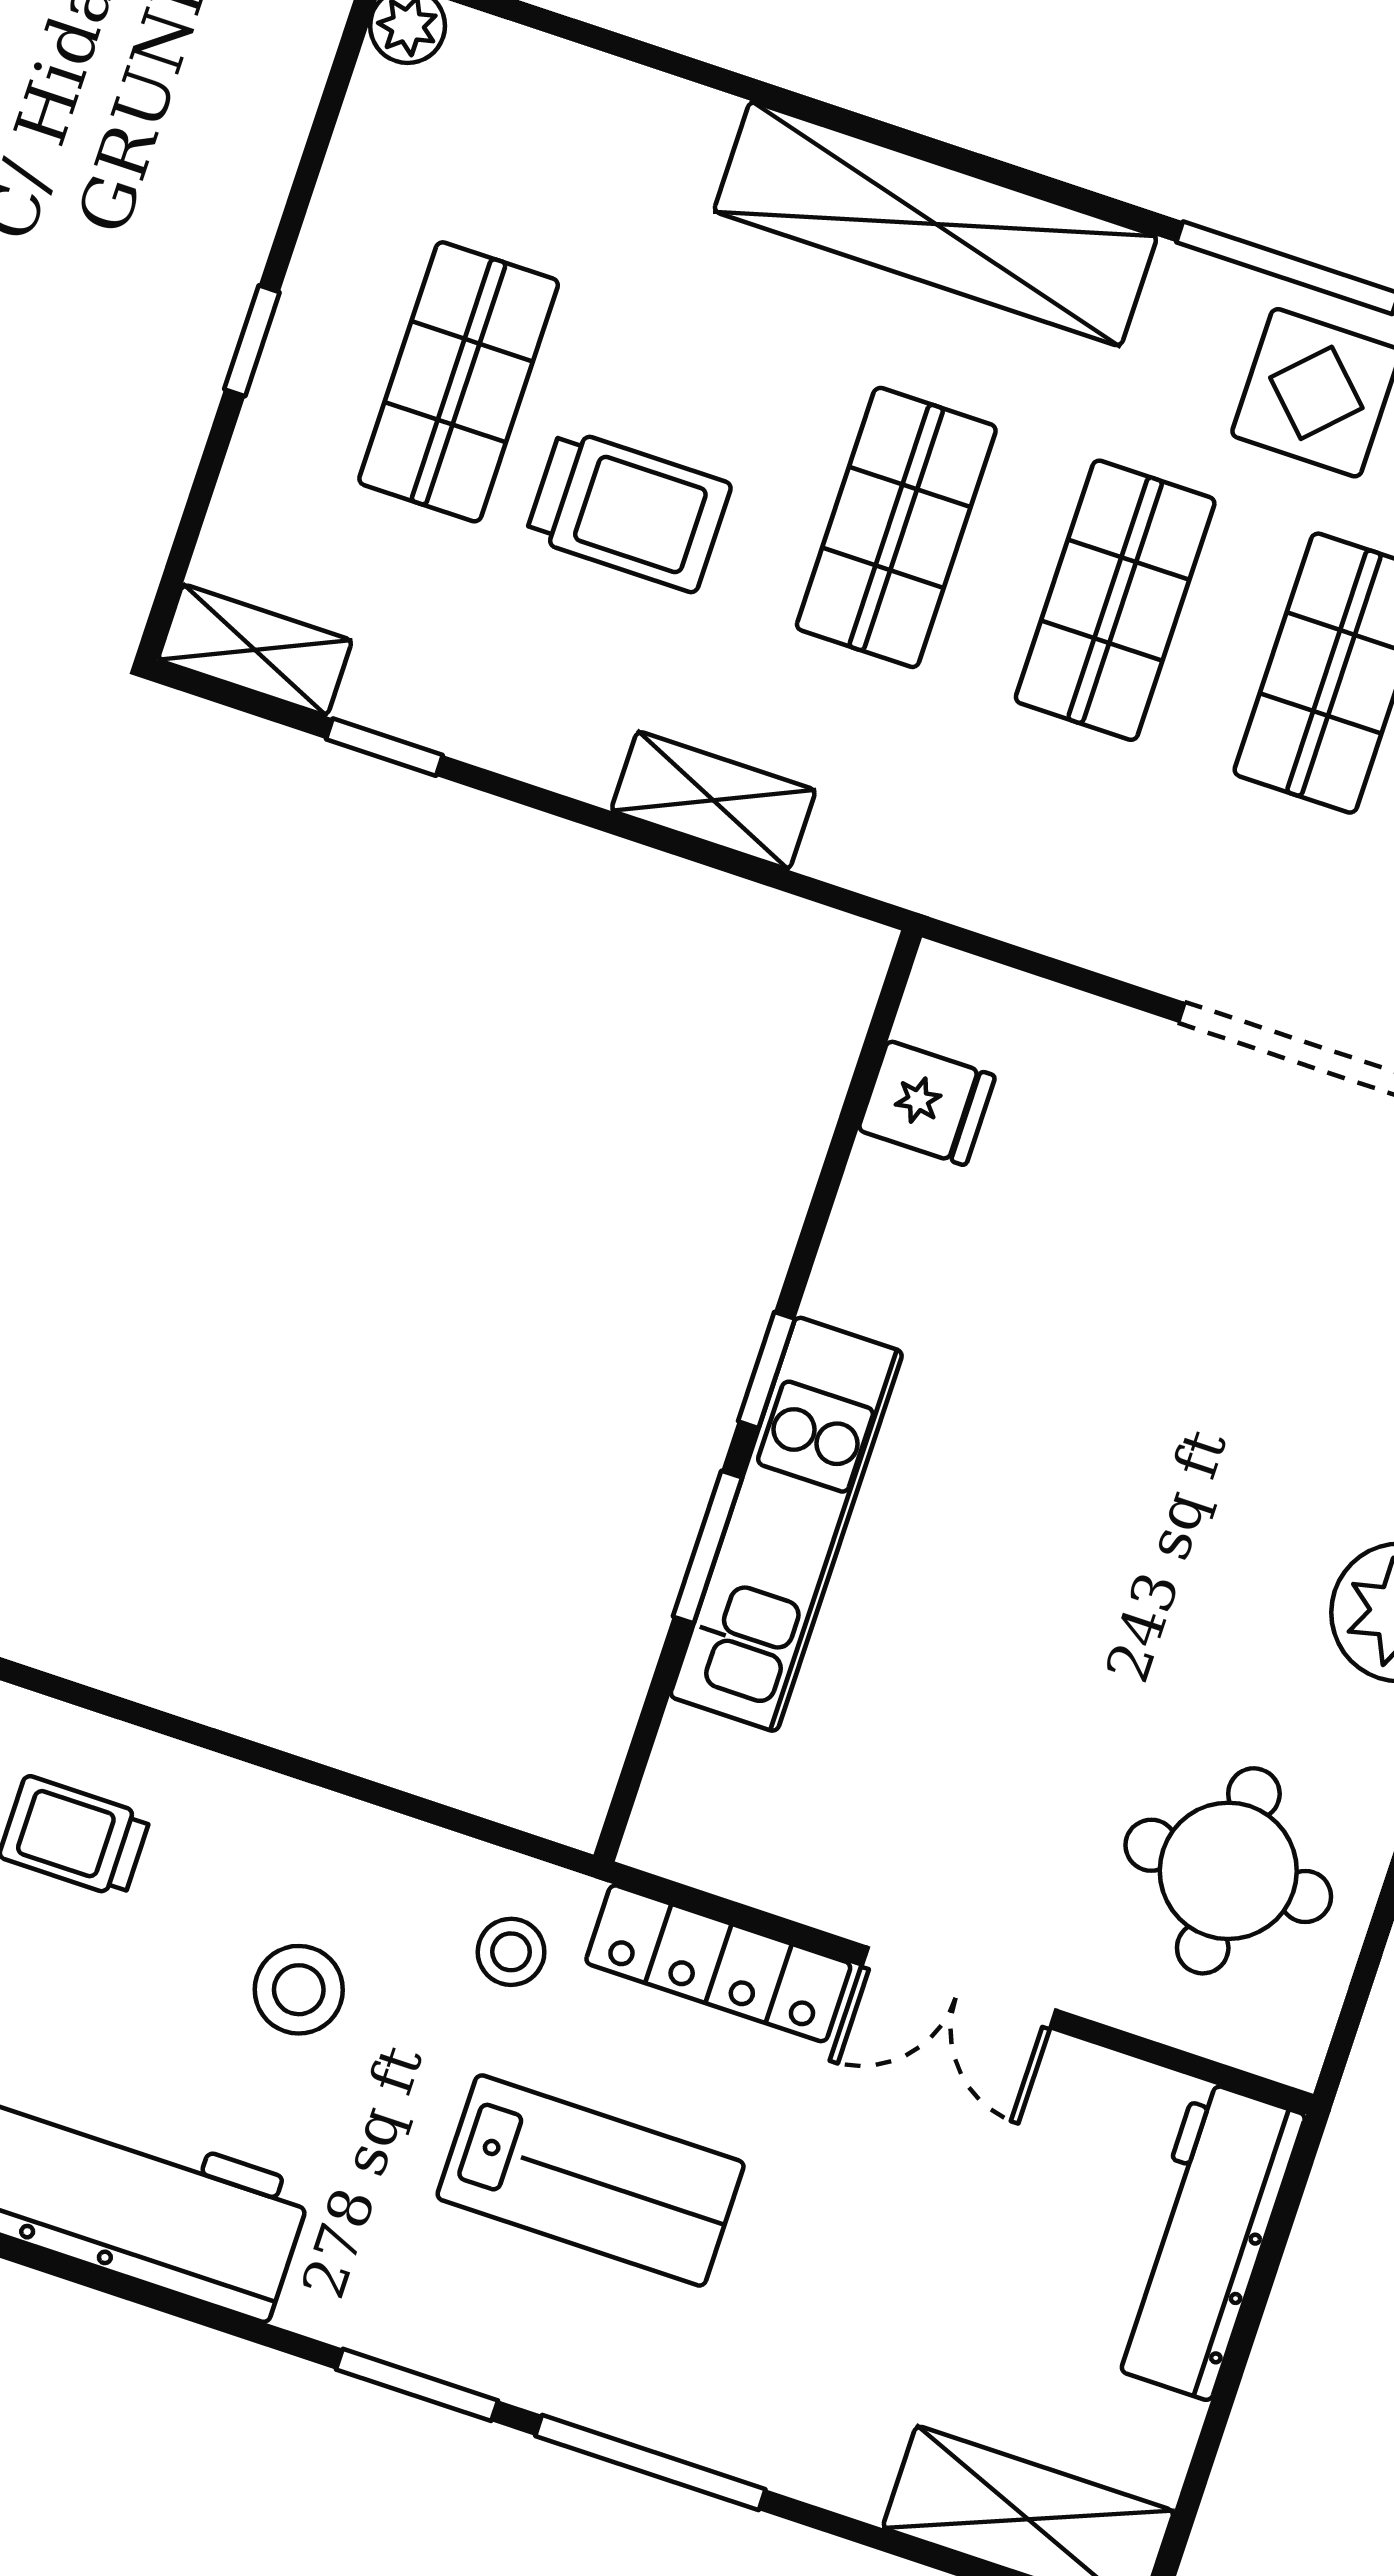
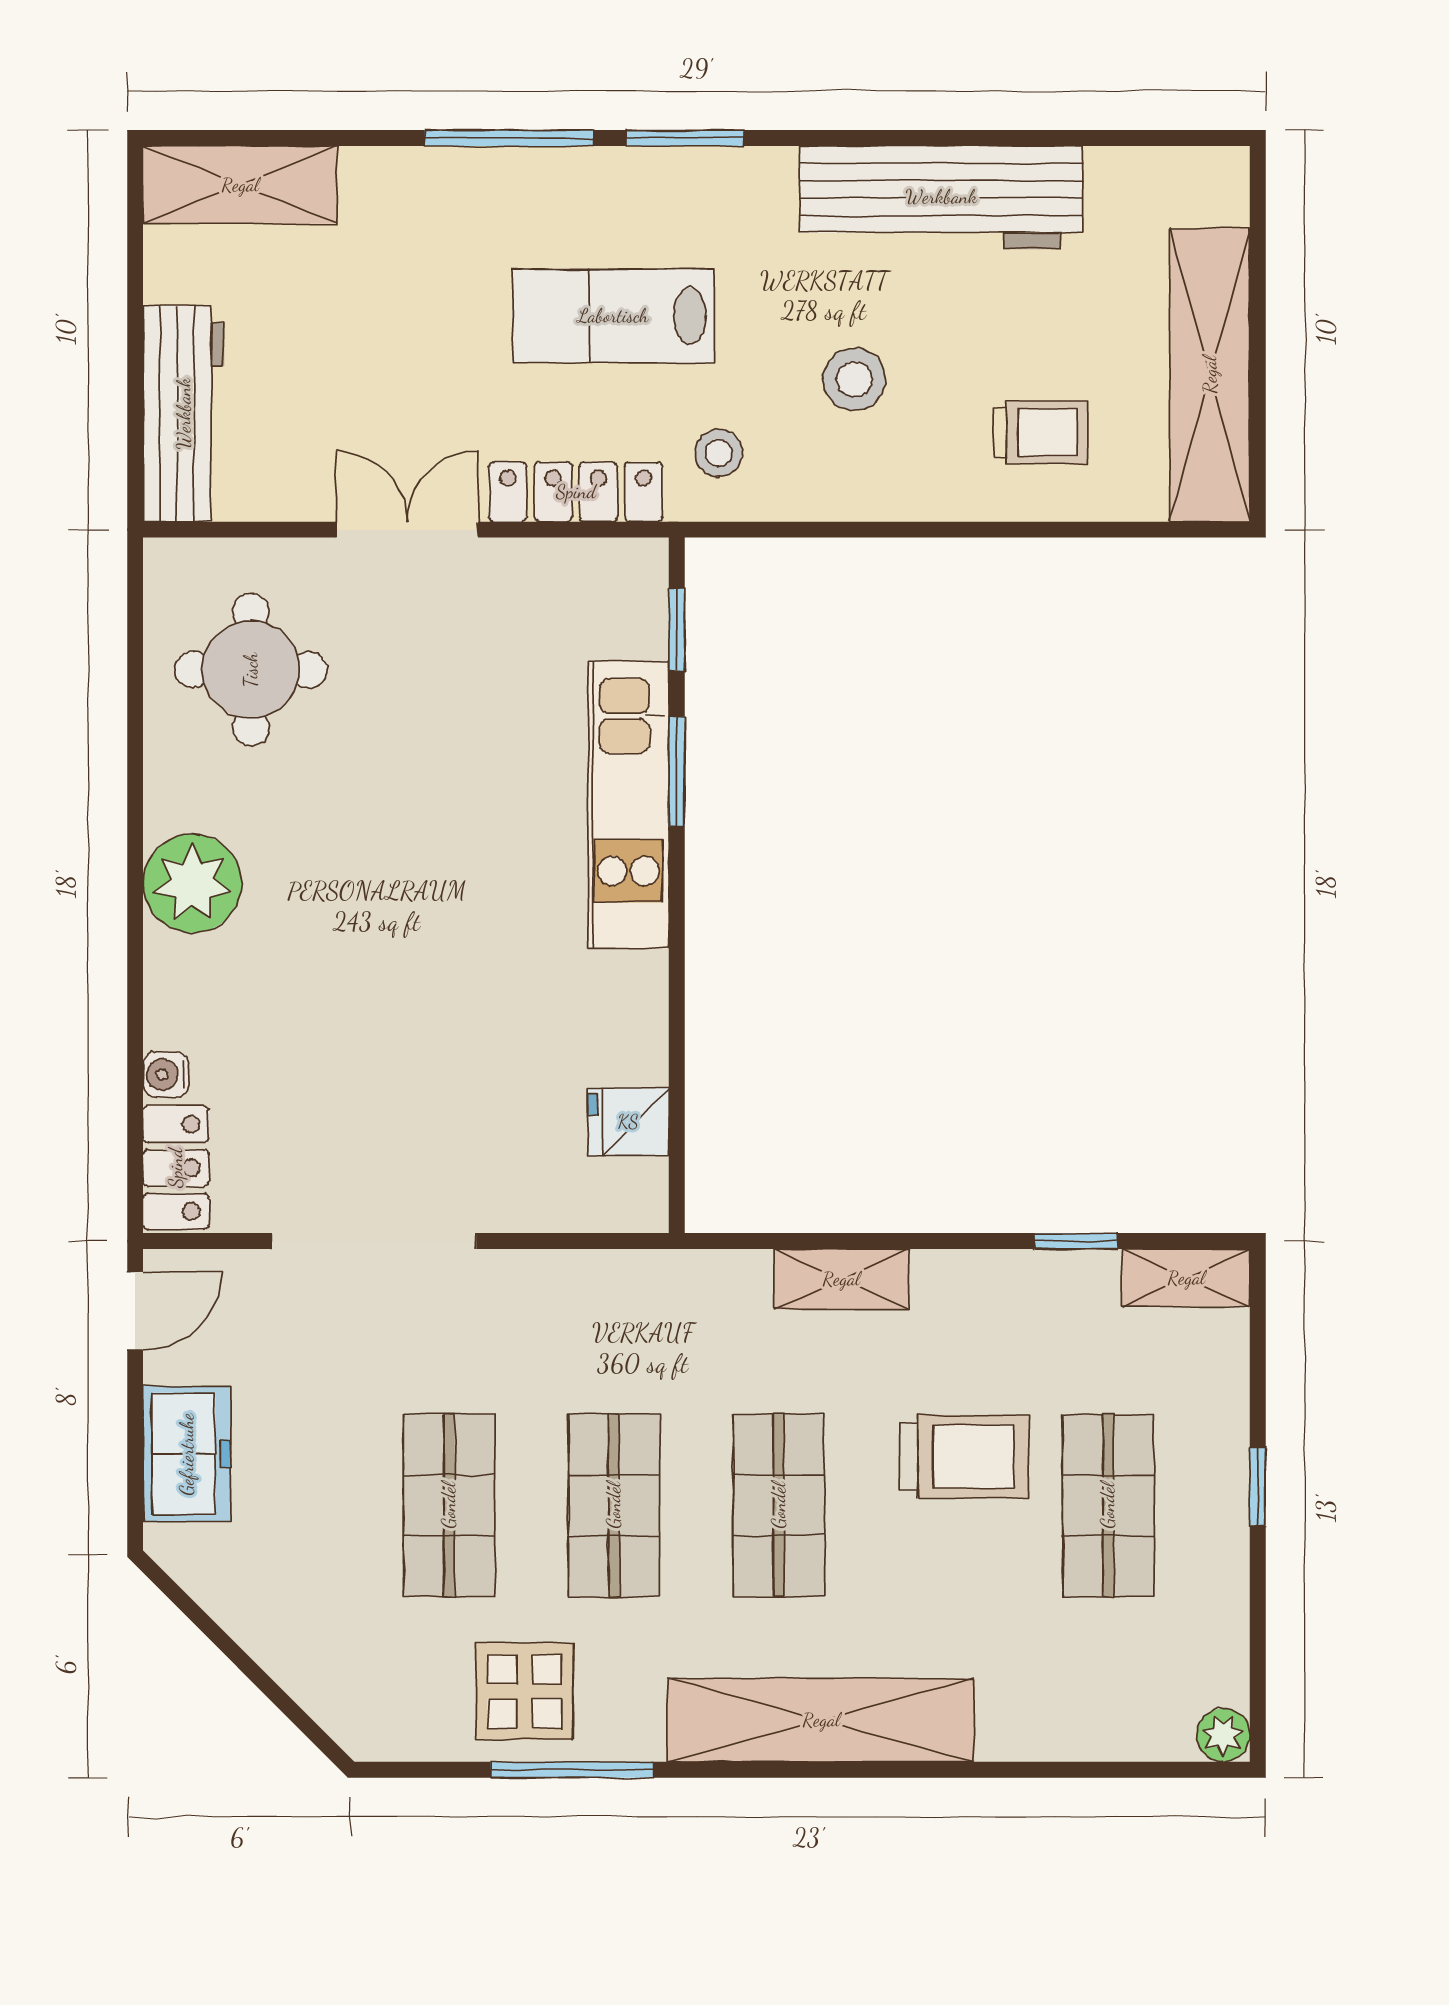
trolley: (628, 511) -> (964, 1456), turned 180
window: (766, 1370) -> (677, 630), moved

